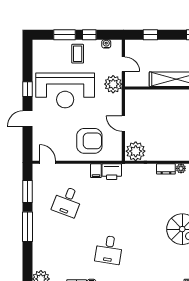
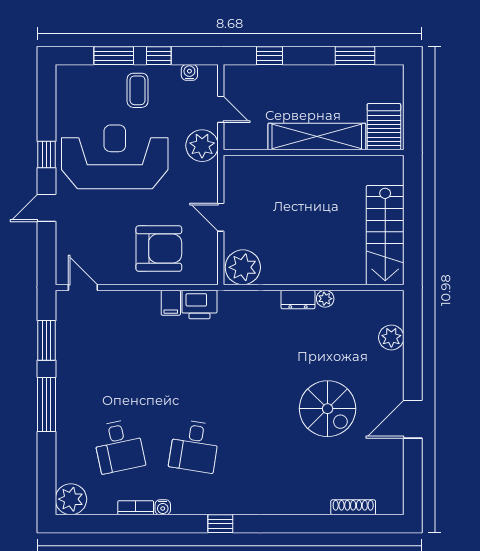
reception desk: (65, 90) -> (115, 157), turned 180
desk: (67, 201) -> (119, 446), moved, turned -33

